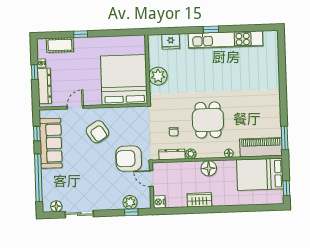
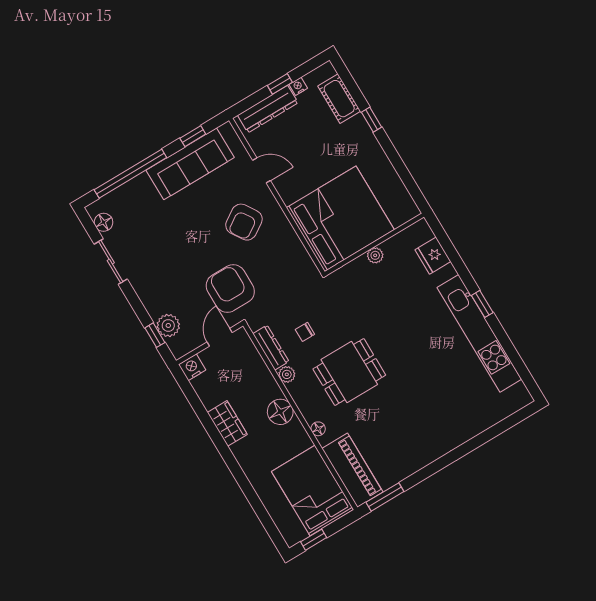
plant: (158, 76) -> (375, 255), width x0.53, depth x0.53

